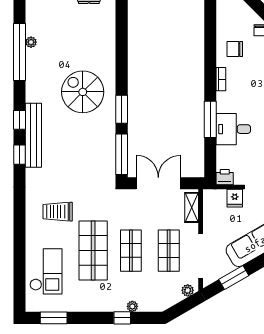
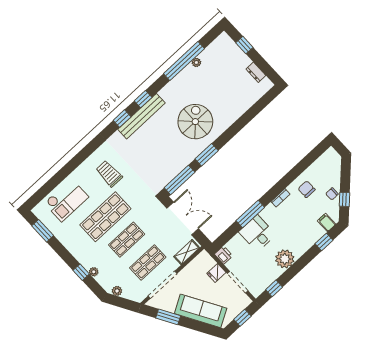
plant: (188, 290) -> (117, 291), moved

